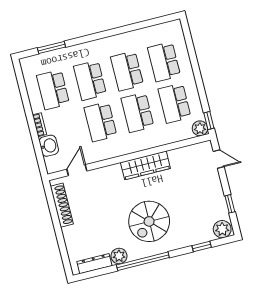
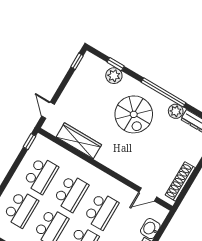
plant: (200, 128) -> (40, 142), removed
wardrobe: (145, 165) -> (79, 141), moved
window: (230, 204) -> (77, 61), moved
spiral stairs: (149, 221) -> (134, 114), turned 90
plant: (222, 229) -> (114, 76), moved

